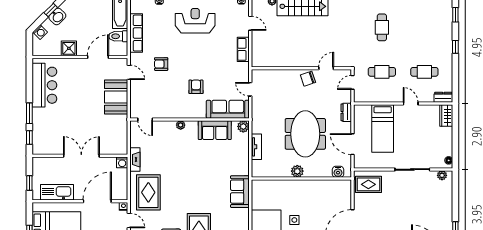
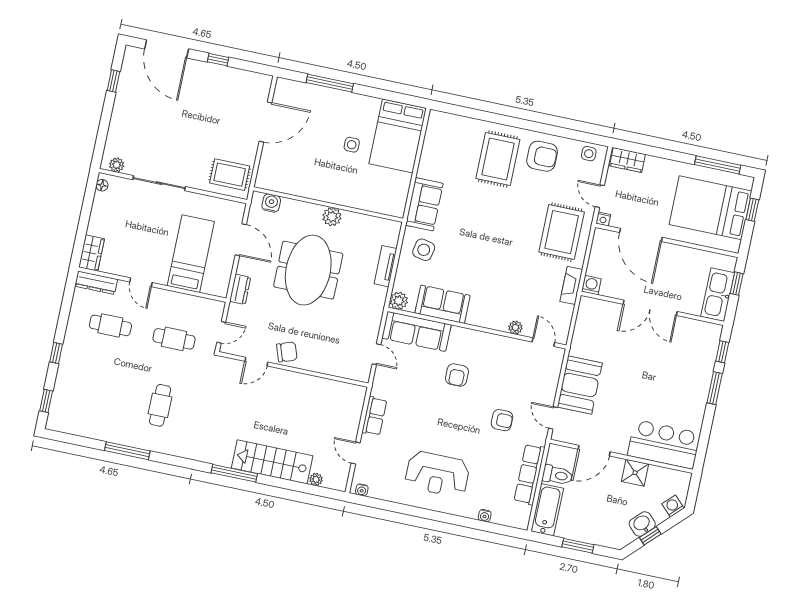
bar counter: (44, 85) -> (664, 444), moved, turned 90
dresser: (443, 97) -> (96, 283), width x1.44
plant: (181, 125) -> (515, 327), moved
side table: (234, 162) -> (424, 250), added
kitchen sink: (57, 192) -> (718, 295), moved, turned 90
door: (97, 201) -> (641, 235), hinge flipped

